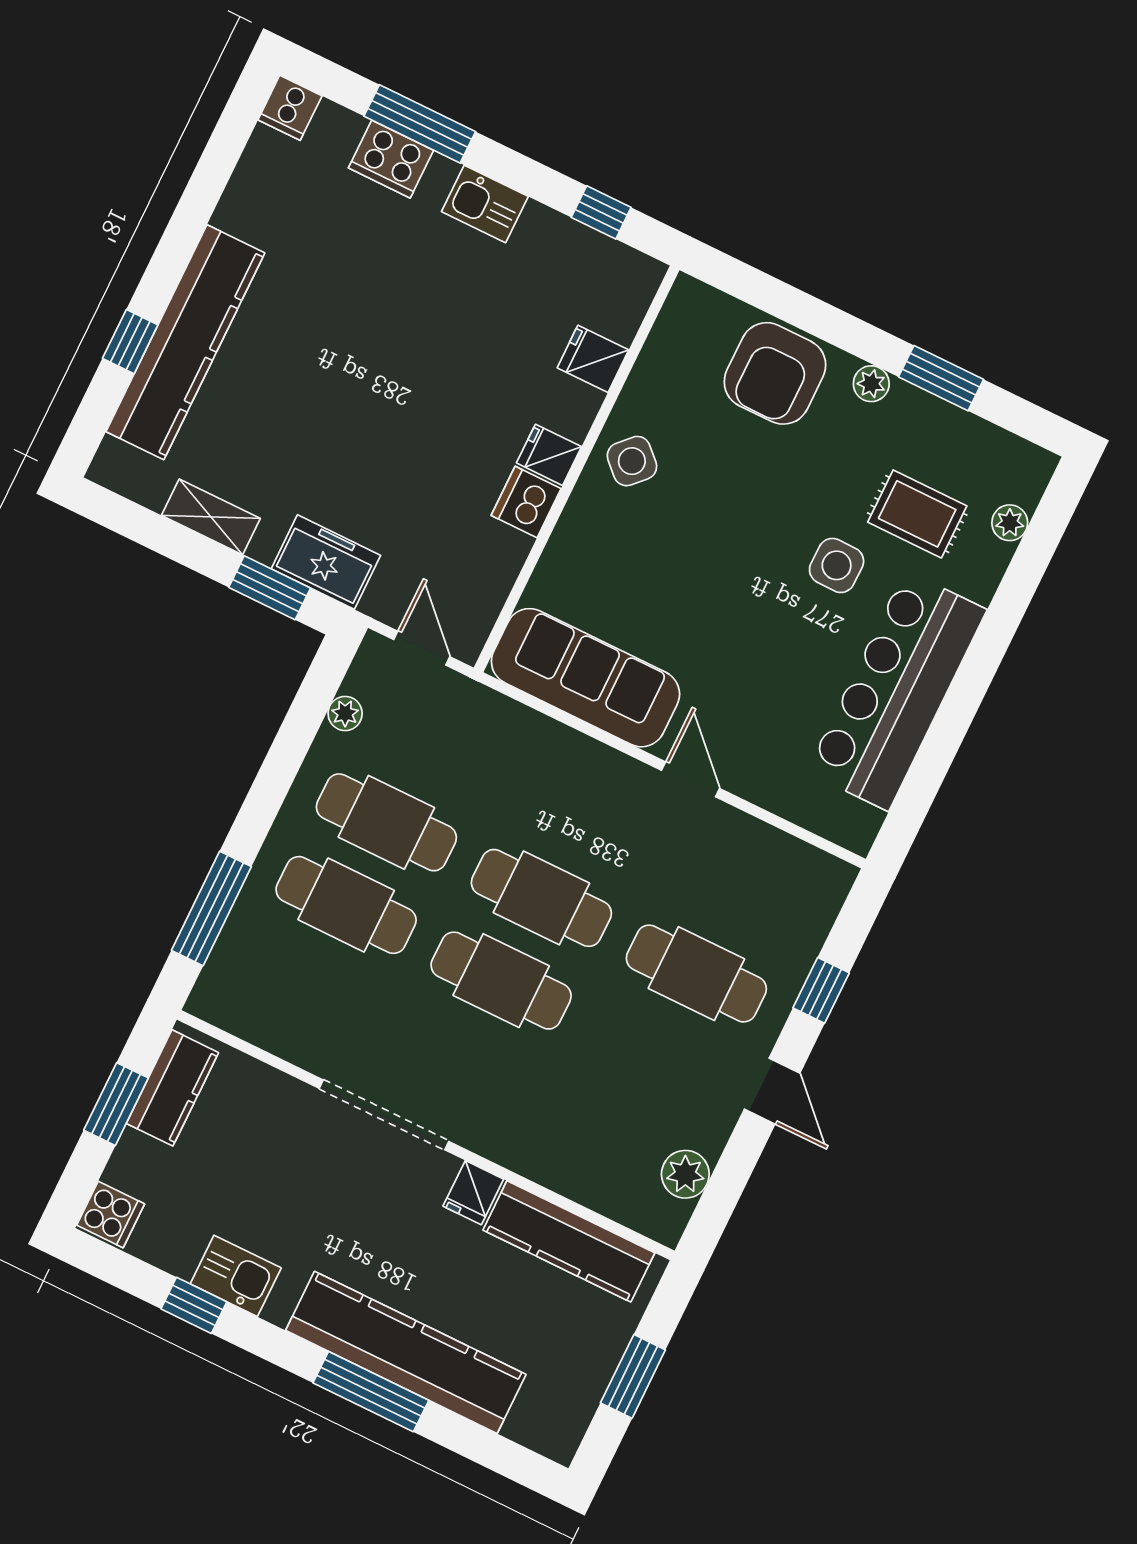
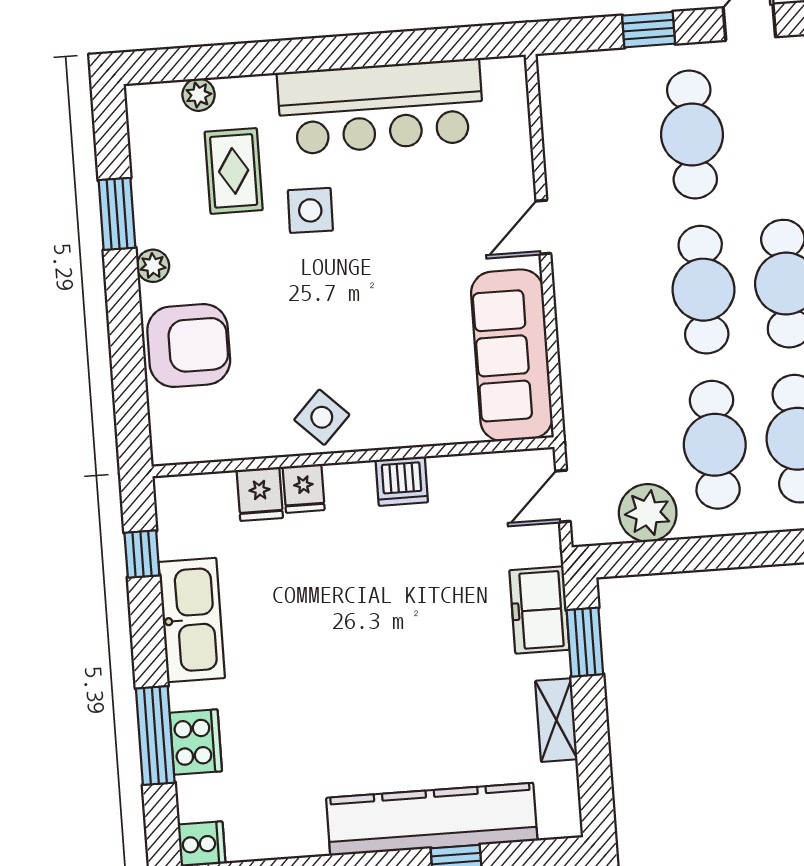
kitchen sink: (485, 204) -> (192, 620), width x1.88, depth x1.24
fridge: (549, 455) -> (304, 488), moved
plant: (345, 713) -> (648, 513), width x1.87, depth x1.87

